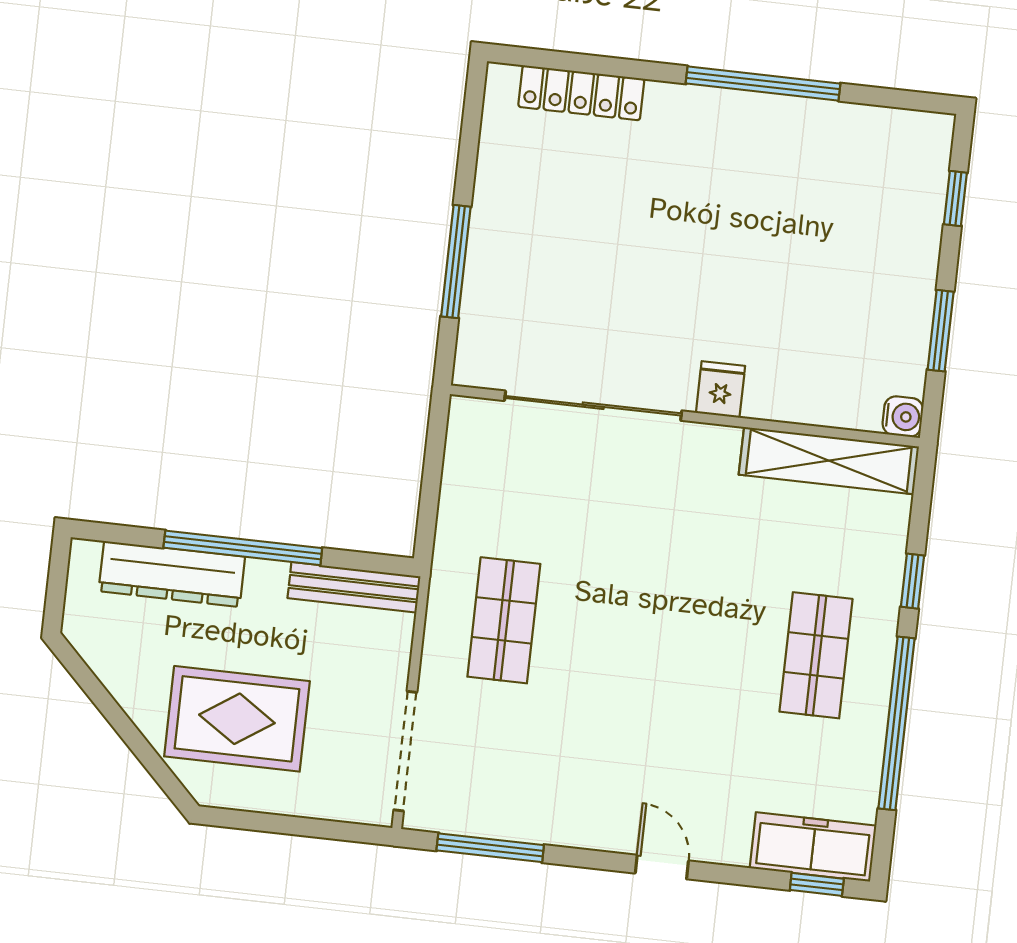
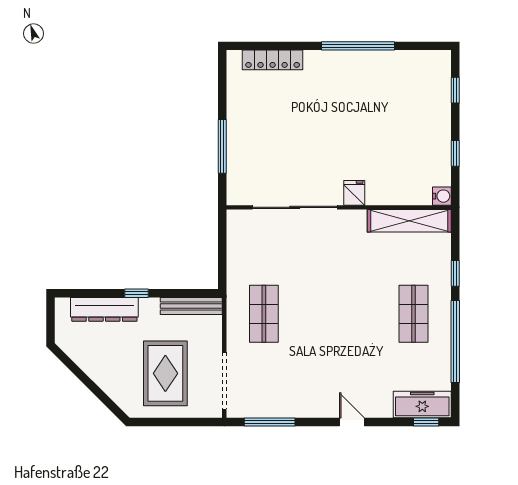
window: (941, 331) -> (455, 153), width x0.67
window: (243, 548) -> (137, 293), width x0.32
rug: (237, 719) -> (165, 373), moved, turned 90

